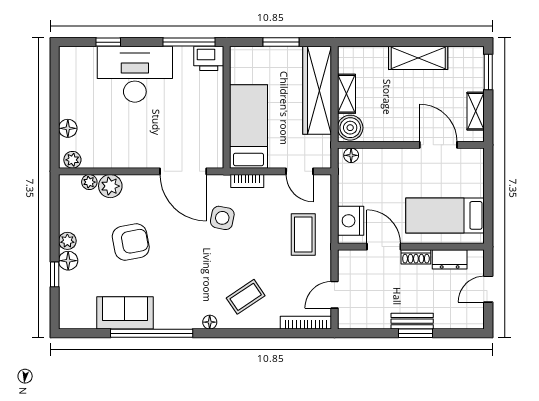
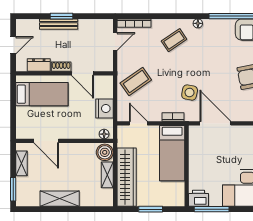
nightstand: (351, 221) -> (104, 109), moved
coffee table: (303, 235) -> (136, 81), turned 55
bench: (412, 321) -> (59, 24), width x1.36

